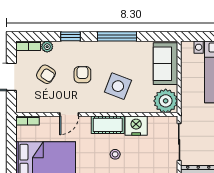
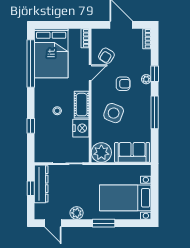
plant: (47, 47) -> (146, 79), moved
armchair: (46, 74) -> (106, 56), moved
door: (69, 114) -> (90, 73), swing flipped

